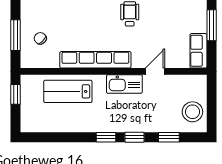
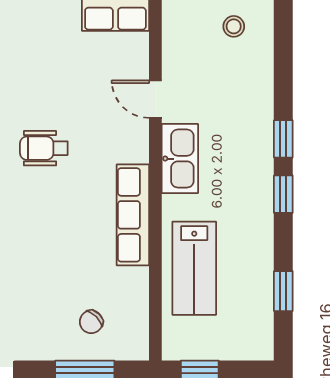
row of seats: (95, 60) -> (133, 215), width x0.73
stool: (192, 112) -> (234, 26), width x0.53, depth x0.53
window: (169, 137) -> (283, 291), moved

